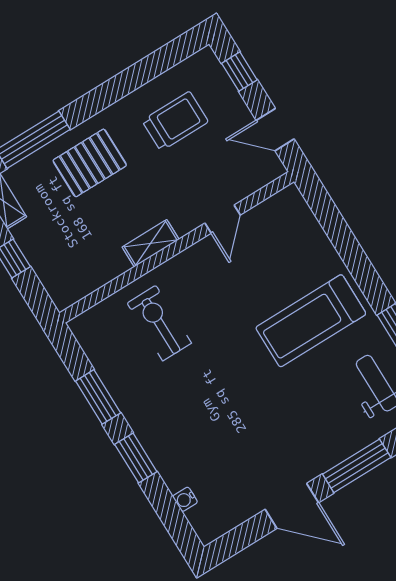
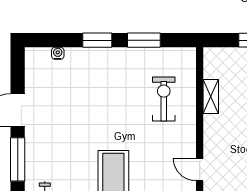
shelving: (151, 243) -> (211, 97), moved
exercise bike: (159, 323) -> (164, 99), turned -90

